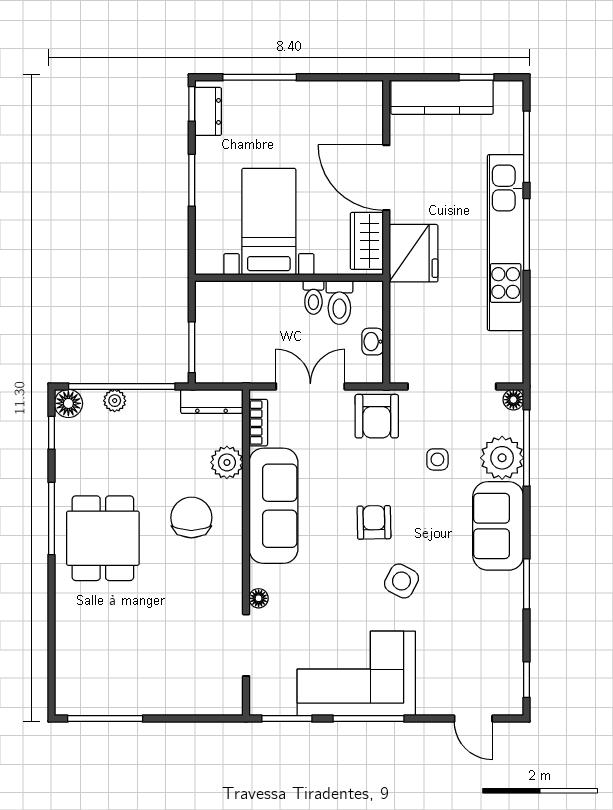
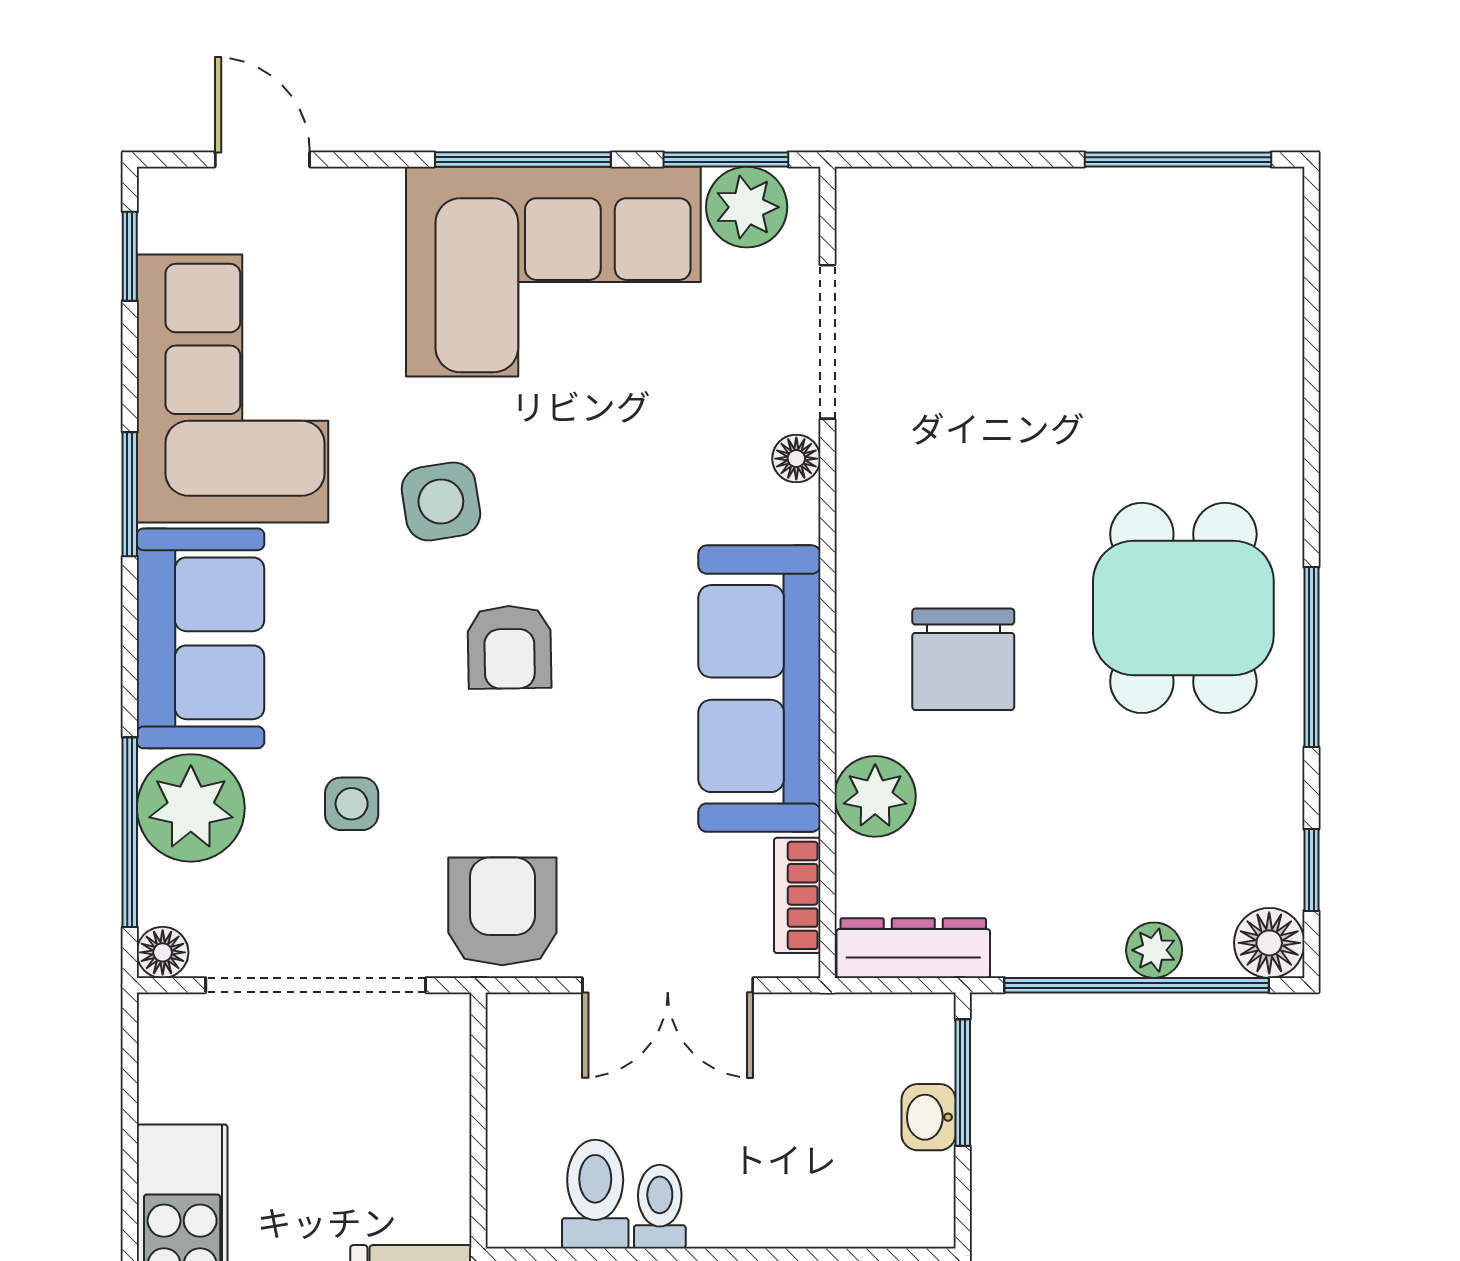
washbasin: (373, 342) -> (929, 1117), moved, turned 180
side table: (401, 581) -> (441, 501), turned -37
corner sofa: (485, 626) -> (233, 389), added
plant: (279, 699) -> (747, 207), added

